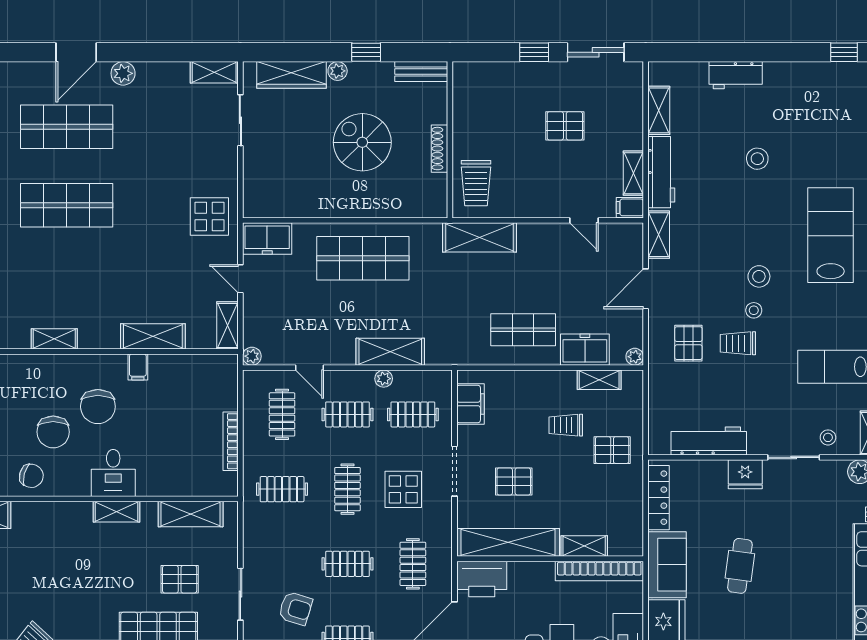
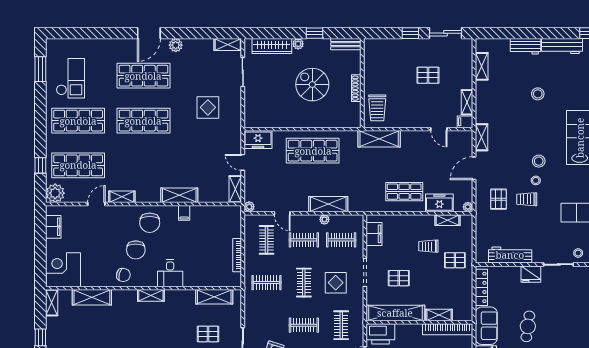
workbench: (661, 172) -> (562, 46), moved, turned 90
display table: (209, 216) -> (208, 107), moved
shelving: (153, 336) -> (179, 195), moved
shelving: (54, 339) -> (122, 197), moved
chair: (98, 407) -> (150, 223), moved
shelving: (117, 512) -> (151, 295), moved

